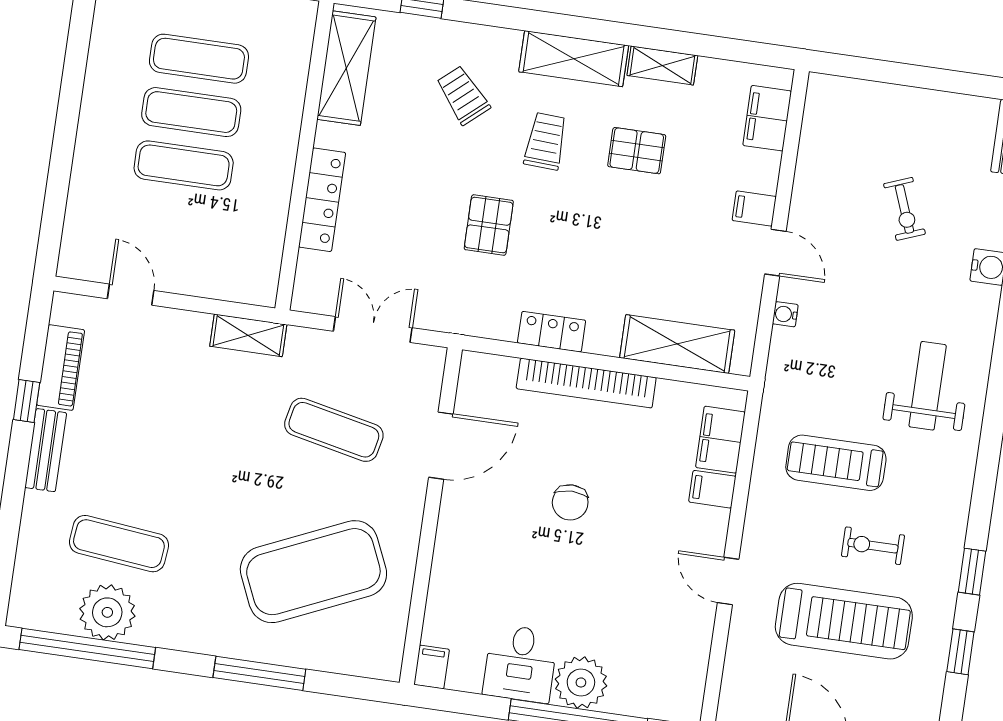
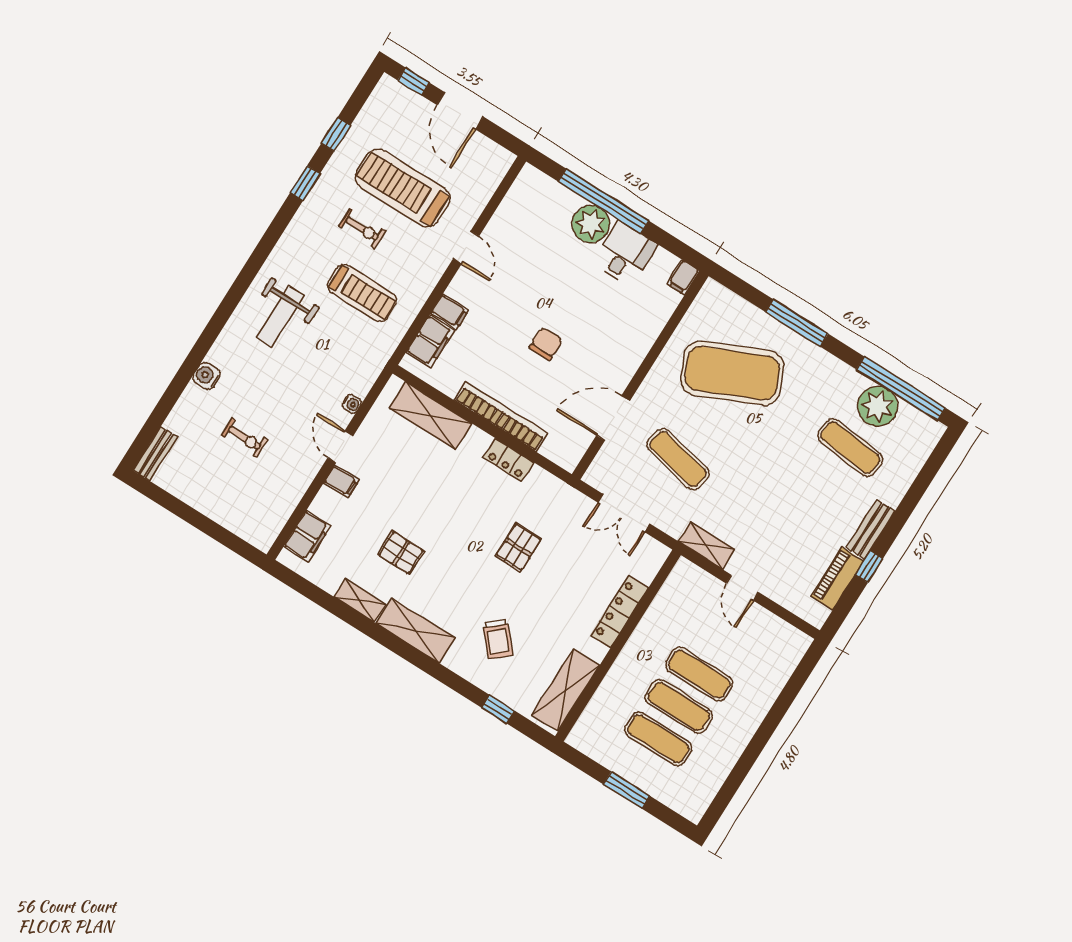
trolley: (546, 141) -> (457, 585), removed
exercise bike: (904, 209) -> (244, 438), turned 111
door: (131, 295) -> (742, 588), moved

